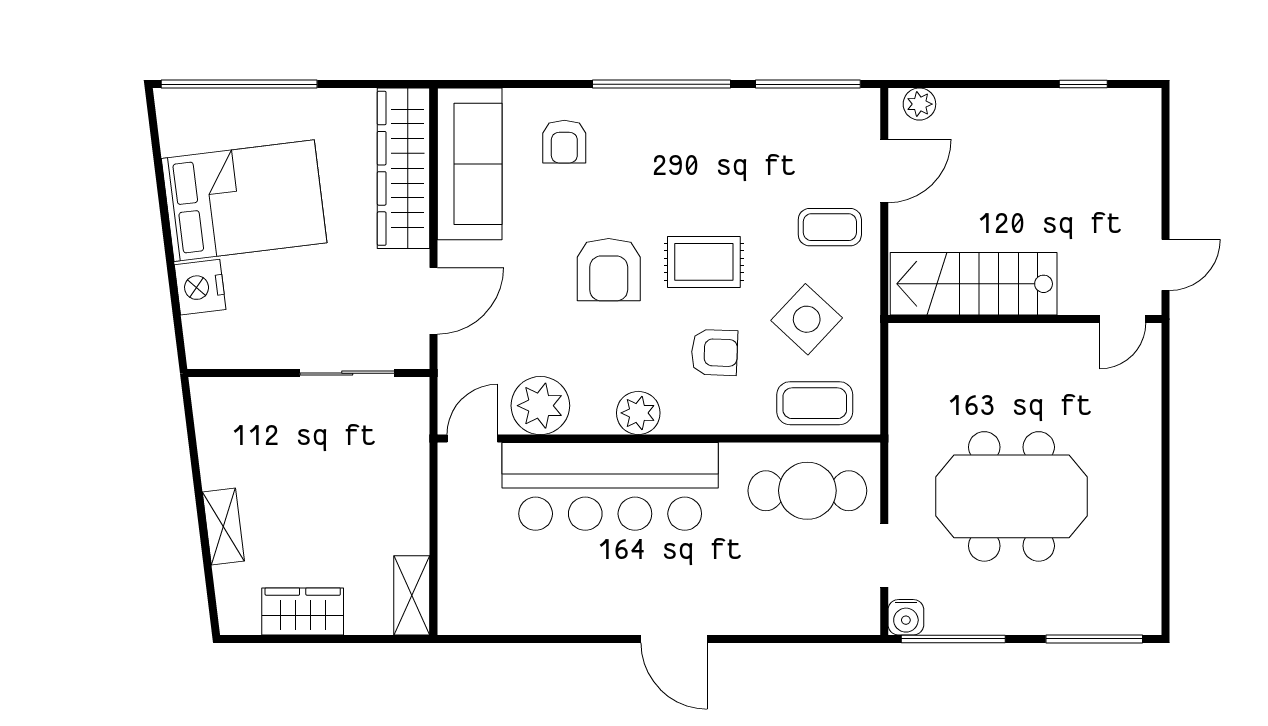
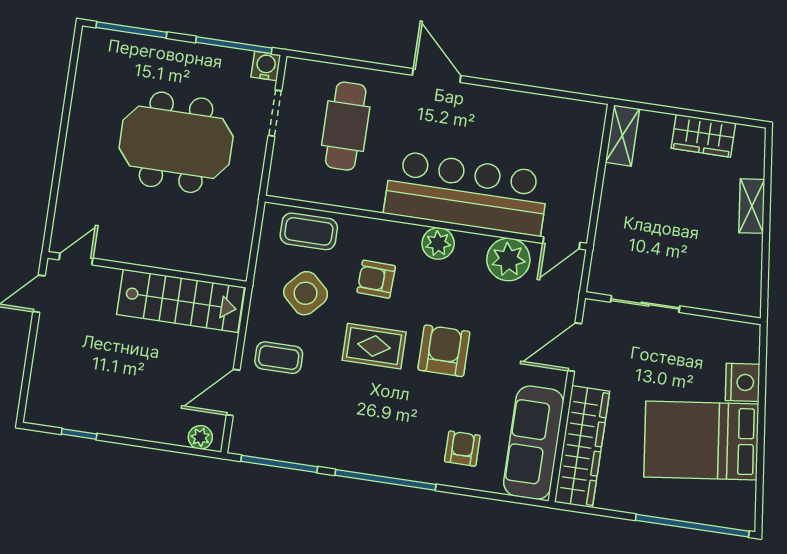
cafe table: (807, 491) -> (346, 126), moved, turned 90

